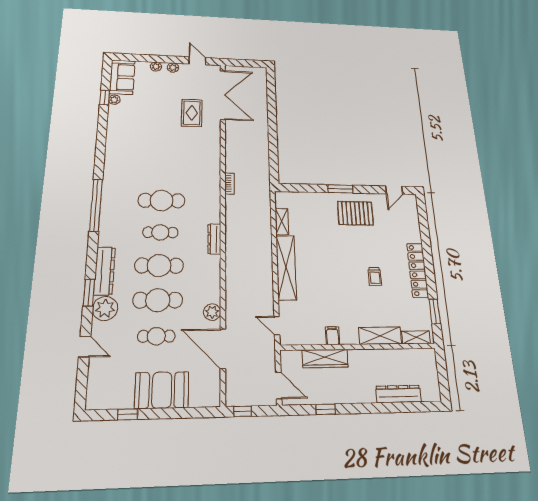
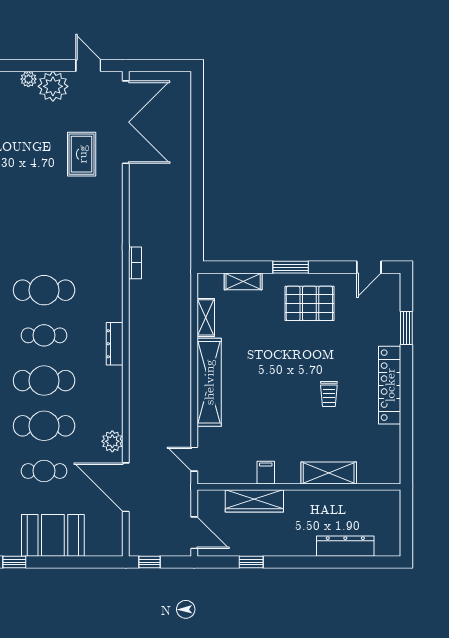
plant: (173, 68) -> (53, 86), width x1.87, depth x1.87
window: (435, 312) -> (406, 328), moved
shelving: (416, 337) -> (243, 281), moved

